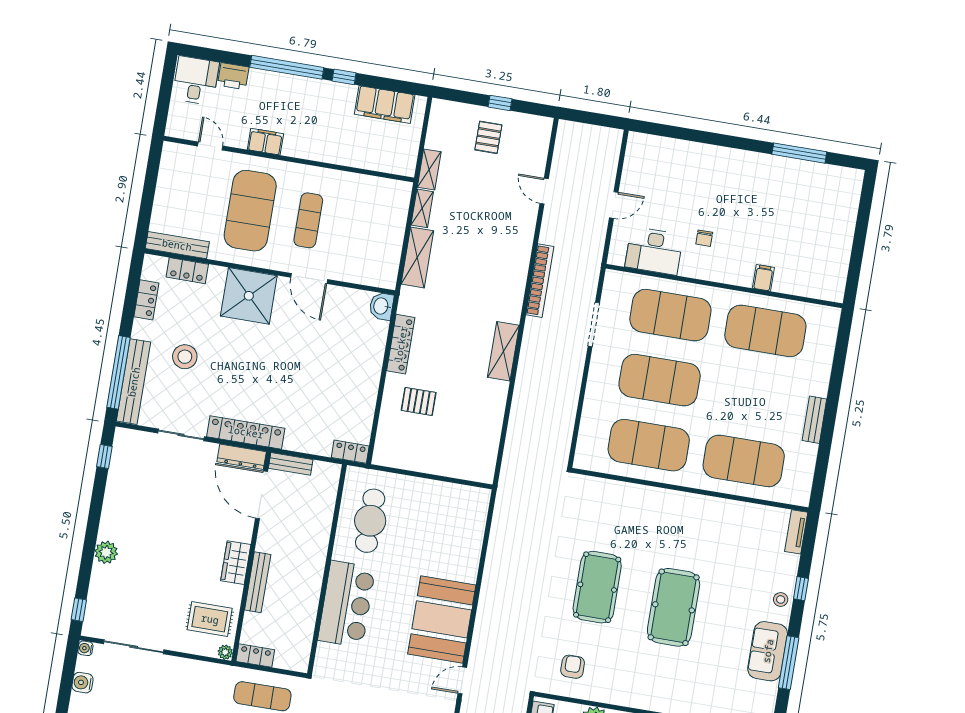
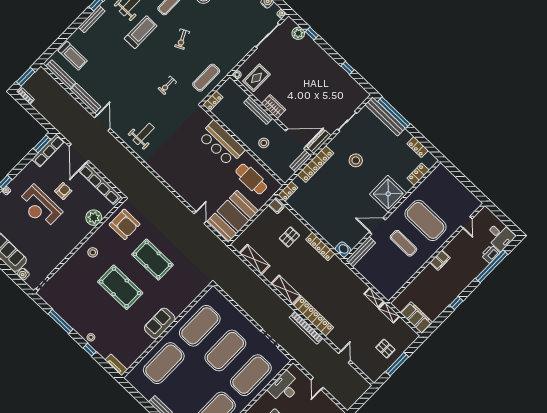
window: (287, 67) -> (492, 266), moved
window: (500, 103) -> (397, 364), width x2.17
filing cabinet: (385, 104) -> (416, 318), moved, turned 90
filing cabinet: (265, 142) -> (440, 260), moved
door: (210, 146) -> (466, 222), hinge flipped
door: (544, 191) -> (344, 357), hinge flipped
bench: (177, 245) -> (361, 252), moved
shelving: (417, 257) -> (254, 259), moved
locker: (515, 281) -> (314, 317), added
stool: (185, 357) -> (356, 160), moved
locker: (246, 432) -> (316, 164), moved
filing cabinet: (385, 454) -> (276, 206), added
window: (104, 457) -> (348, 68), moved
stool: (302, 539) -> (264, 143), added
plant: (106, 552) -> (298, 33), moved
window: (79, 610) -> (312, 33), moved
booth: (442, 619) -> (233, 216), moved, turned 90
sofa: (768, 651) -> (160, 323), moved, turned -90
locker: (255, 656) -> (213, 101), moved
armchair: (573, 667) -> (125, 224), width x1.88, depth x1.88
door: (462, 680) -> (200, 217), moved
stool: (649, 686) -> (93, 252), added

